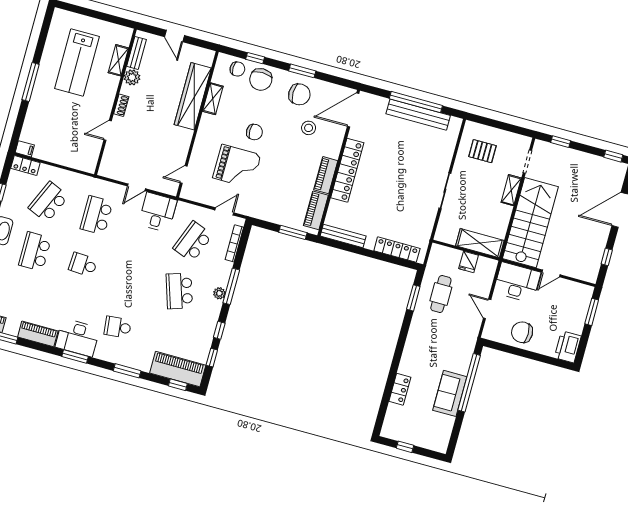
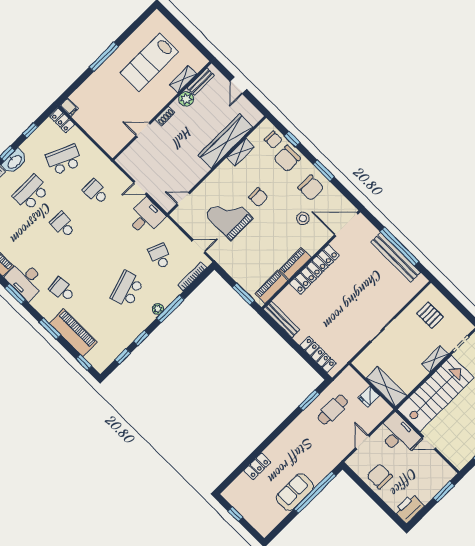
grand piano: (237, 166) -> (229, 216), turned 180
school desk: (97, 215) -> (96, 192), width x0.54
school desk: (193, 242) -> (160, 256), width x0.54
piano: (178, 369) -> (73, 333), moved

